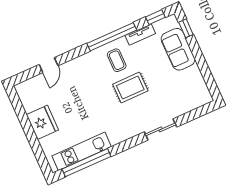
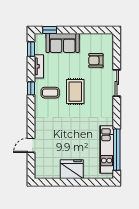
window: (112, 37) -> (31, 88), width x0.32
door: (49, 65) -> (31, 145), swing flipped
armchair: (175, 95) -> (96, 60), added

